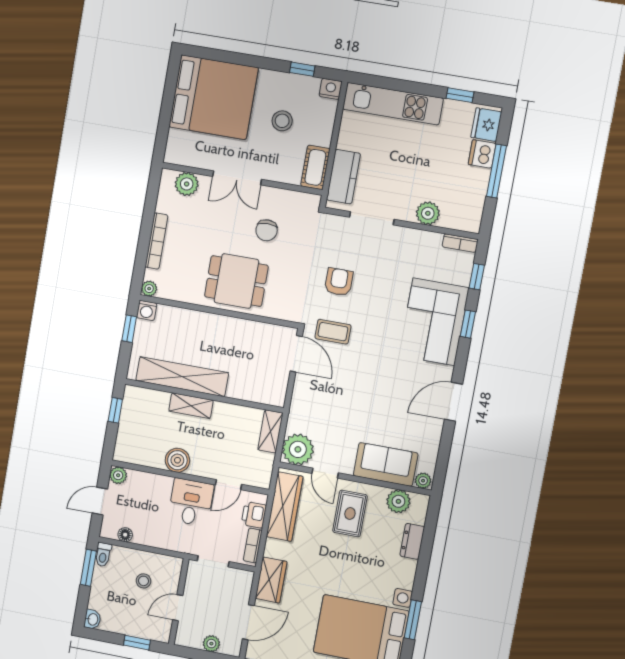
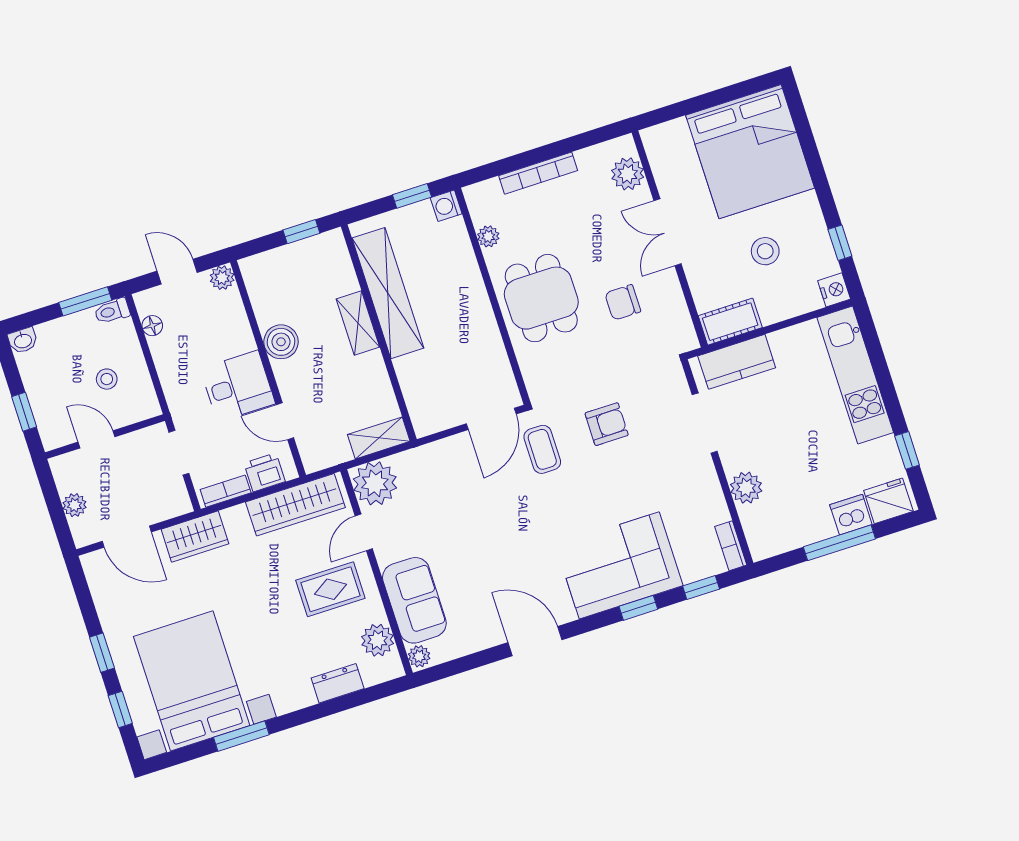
plant: (149, 289) -> (488, 236), moved

